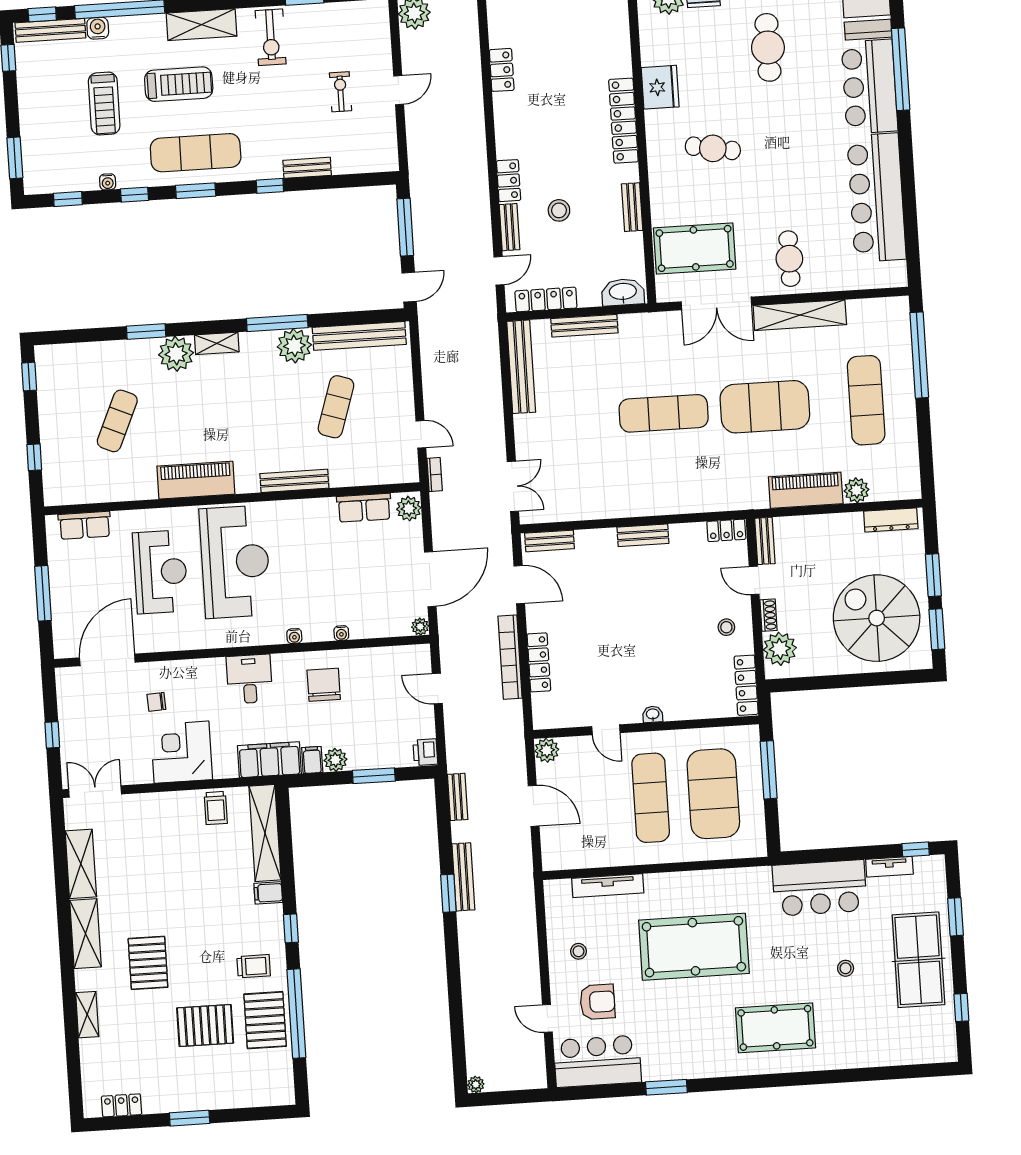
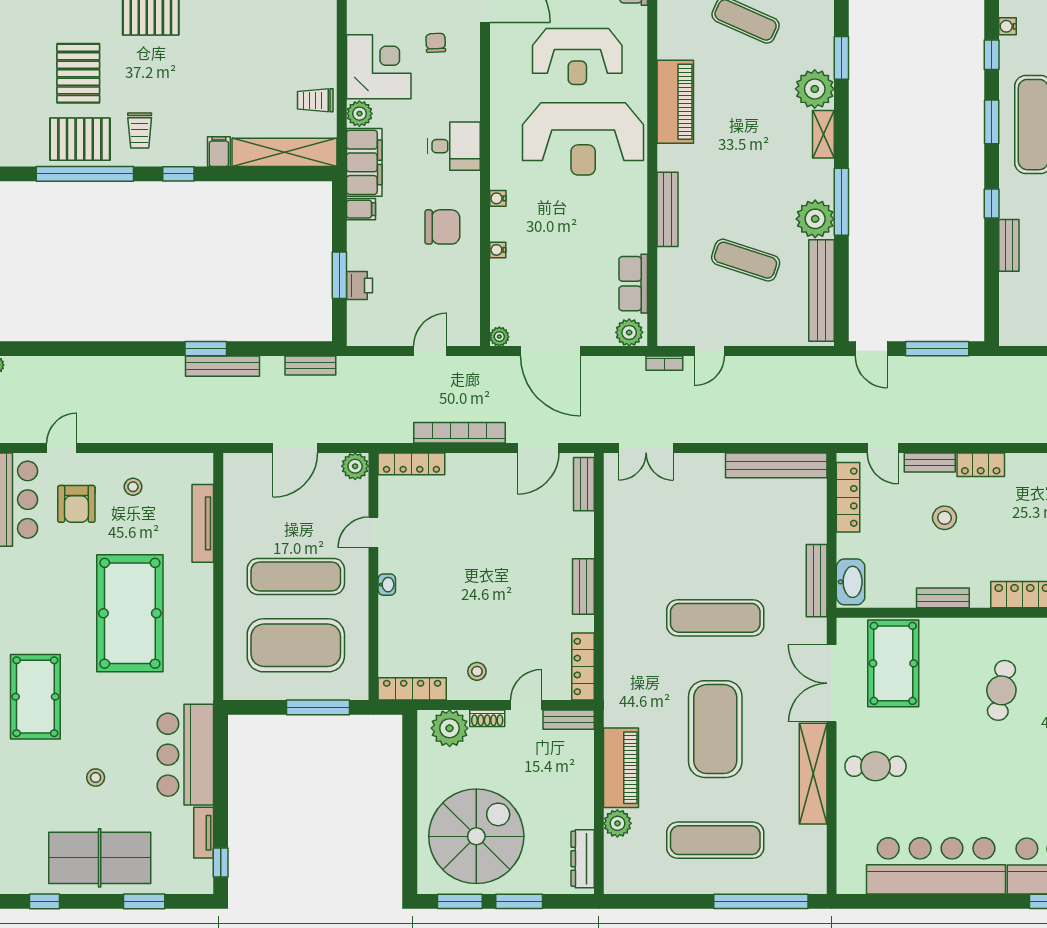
bench: (584, 326) -> (817, 581), moved
exercise mat: (664, 413) -> (715, 618), turned 90
locker: (726, 530) -> (583, 667), width x1.53
locker: (539, 662) -> (411, 464), moved
printer: (425, 752) -> (360, 285), moved, turned 90
plant: (335, 760) -> (359, 114), moved

